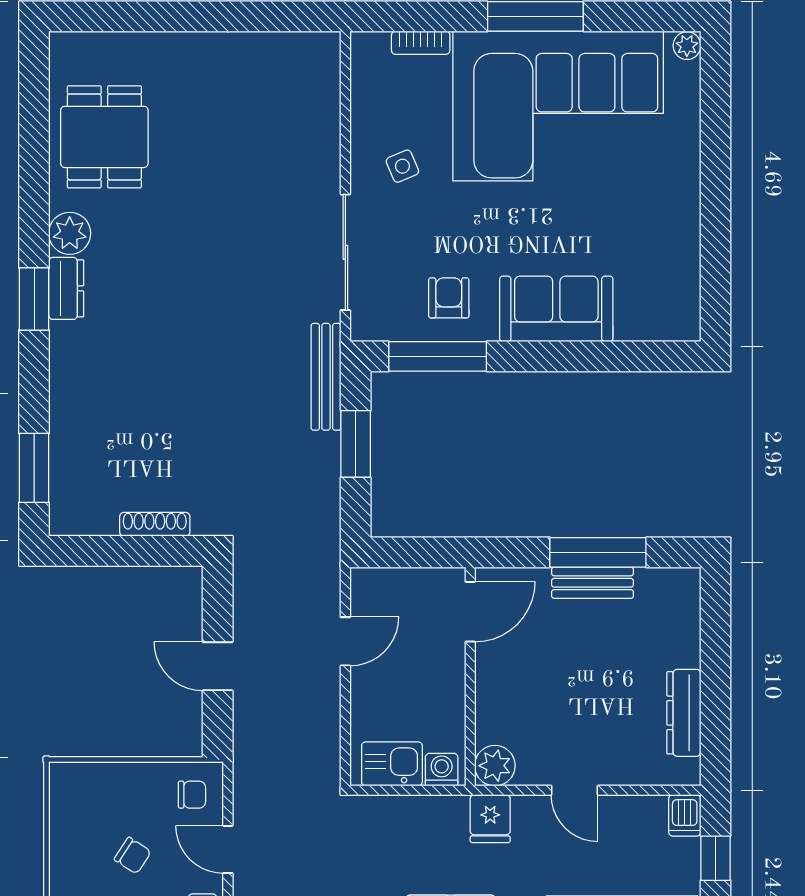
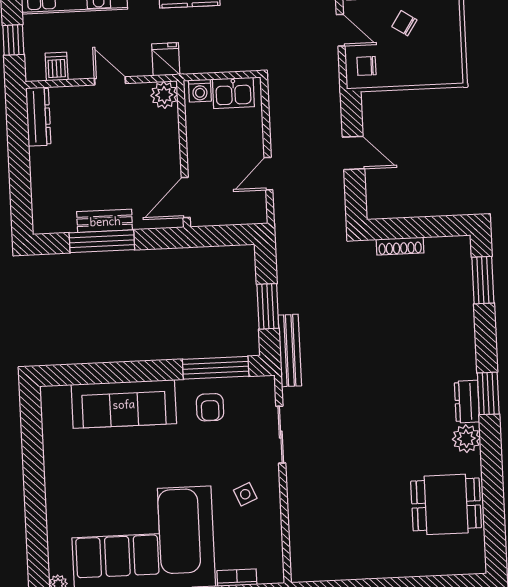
dining table: (104, 137) -> (446, 504), turned 90
sliding door: (345, 252) -> (281, 435), width x0.73
sofa: (556, 309) -> (124, 404), width x1.36
dresser: (684, 713) -> (38, 117), moved
dishwasher: (685, 815) -> (57, 67), moved

